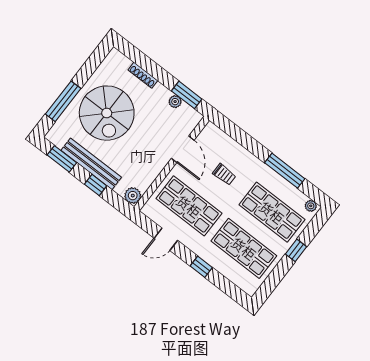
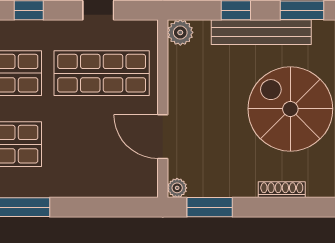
plant: (175, 102) -> (177, 188), moved
trolley: (224, 175) -> (88, 145), removed

